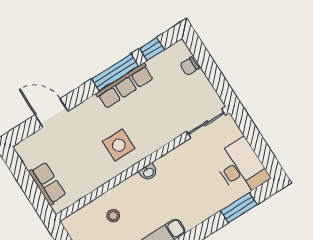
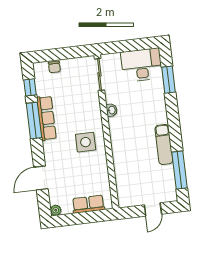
plant: (22, 149) -> (56, 210), added
washbasin: (148, 172) -> (112, 110), moved
stool: (113, 216) -> (132, 169), removed

